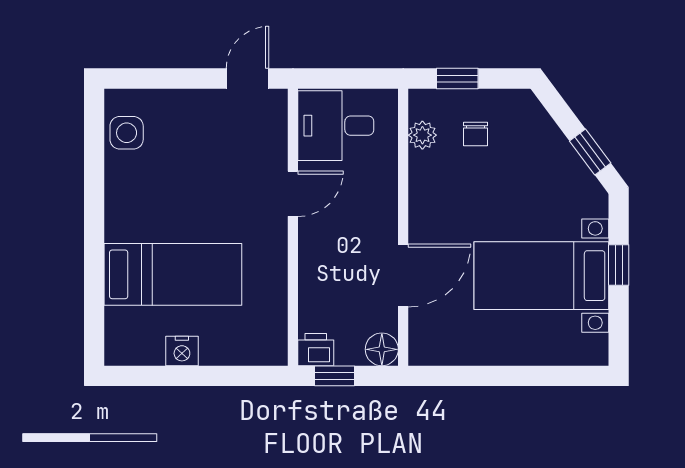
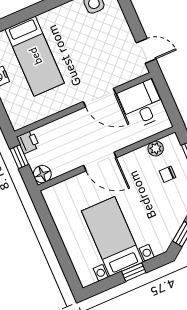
door: (293, 194) -> (99, 98), width x1.38
door: (403, 275) -> (100, 161), moved

